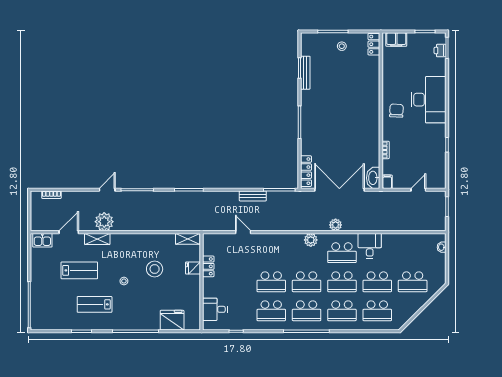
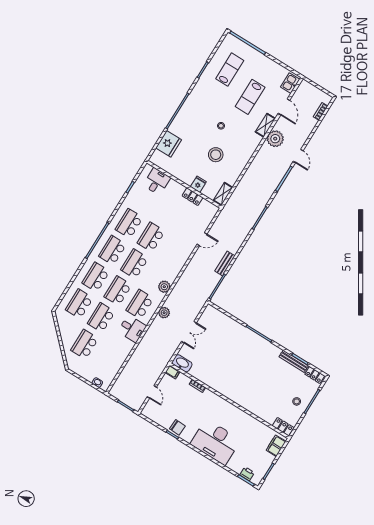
chair: (396, 111) -> (177, 427), moved
locker: (306, 171) -> (315, 375), moved, width x0.66
double door: (339, 190) -> (189, 332), width x0.54
lab bench: (95, 304) -> (230, 70), moved

